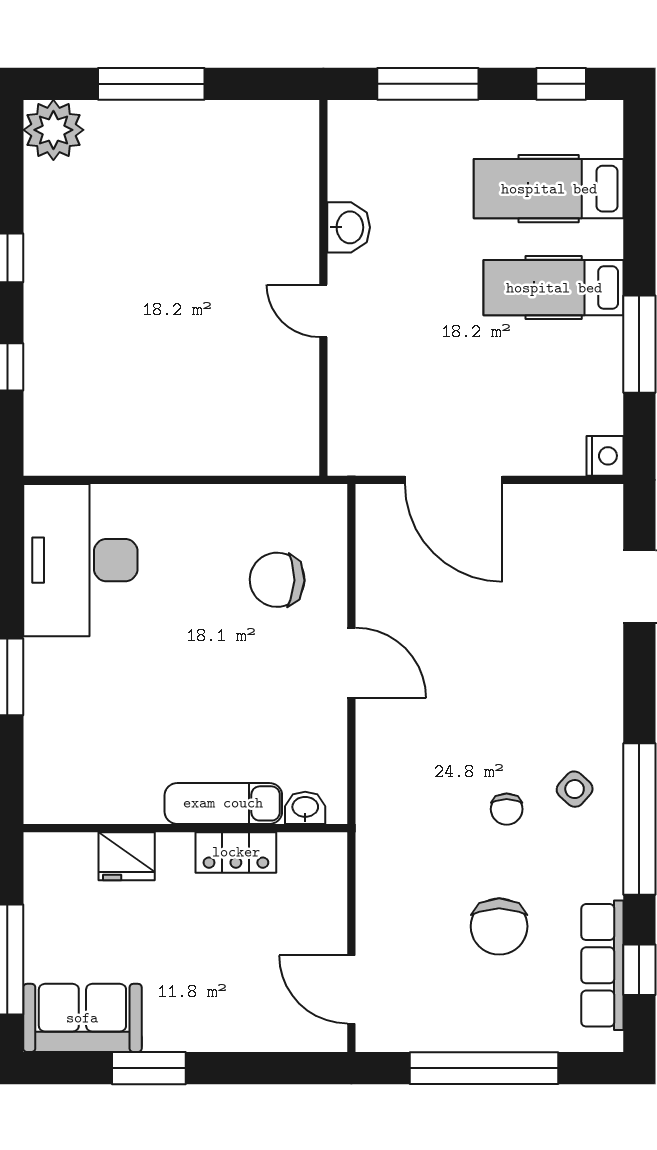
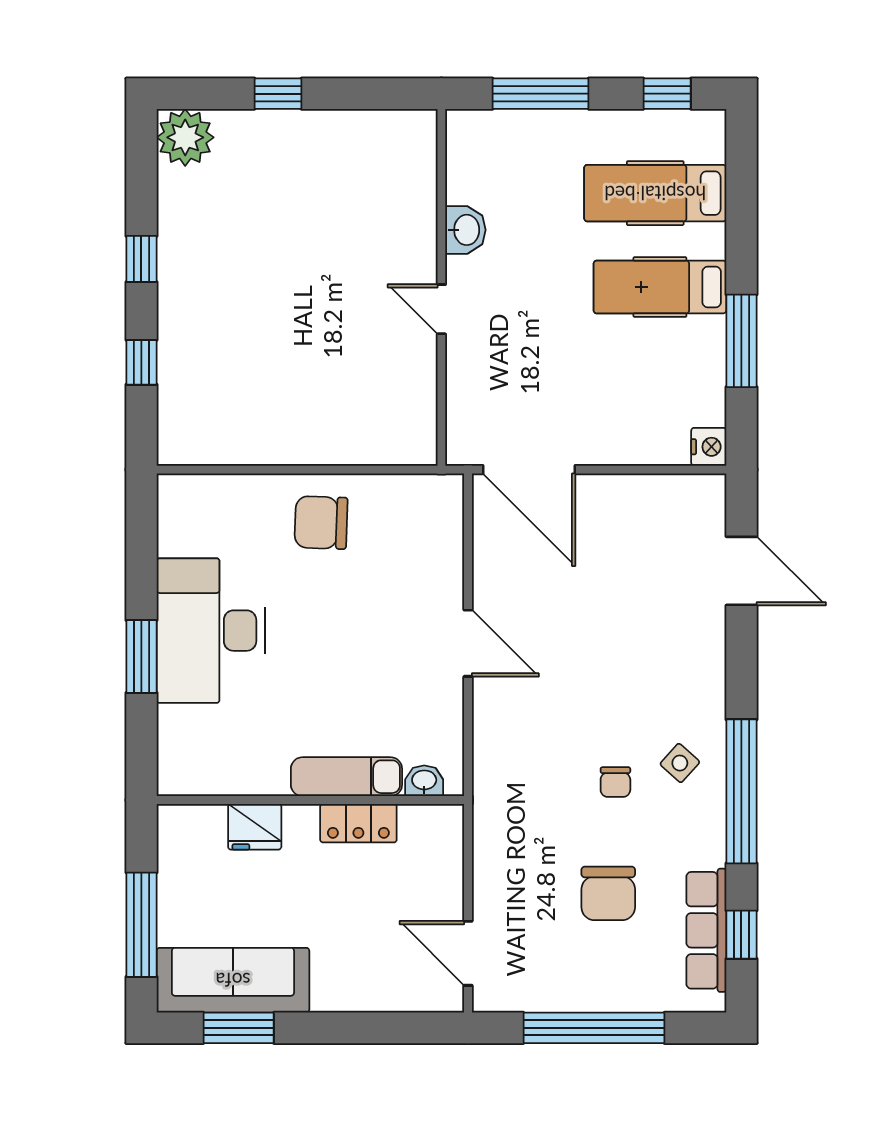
window: (151, 84) -> (278, 94), width x0.46
door: (454, 480) -> (529, 470), moved
desk: (80, 560) -> (211, 631), moved
chair: (277, 580) -> (321, 523), moved
sofa: (82, 1018) -> (233, 980), width x1.36
window: (149, 1068) -> (239, 1028), moved

